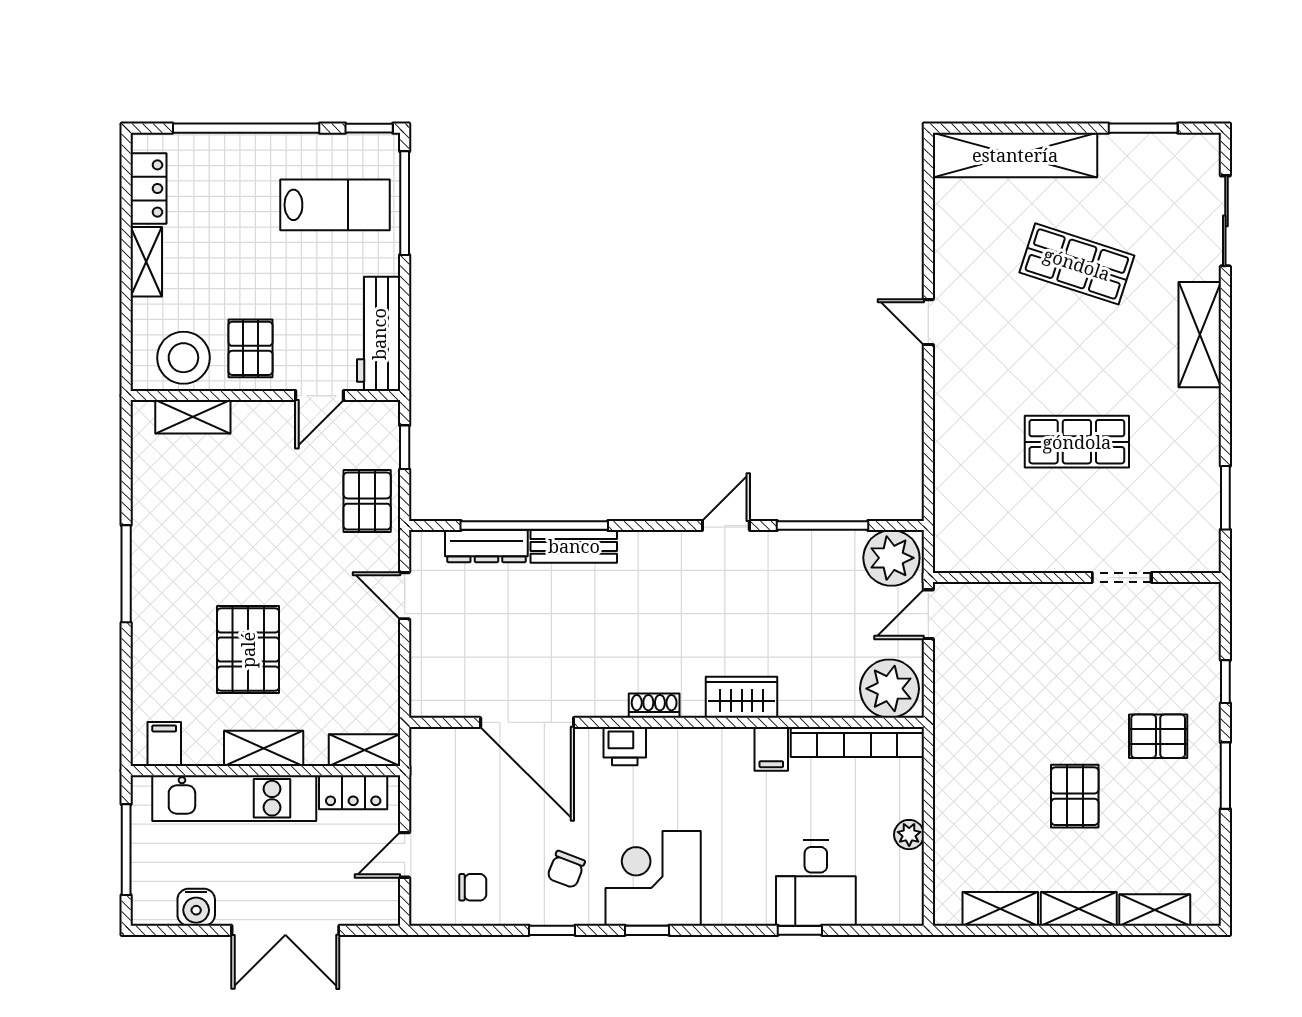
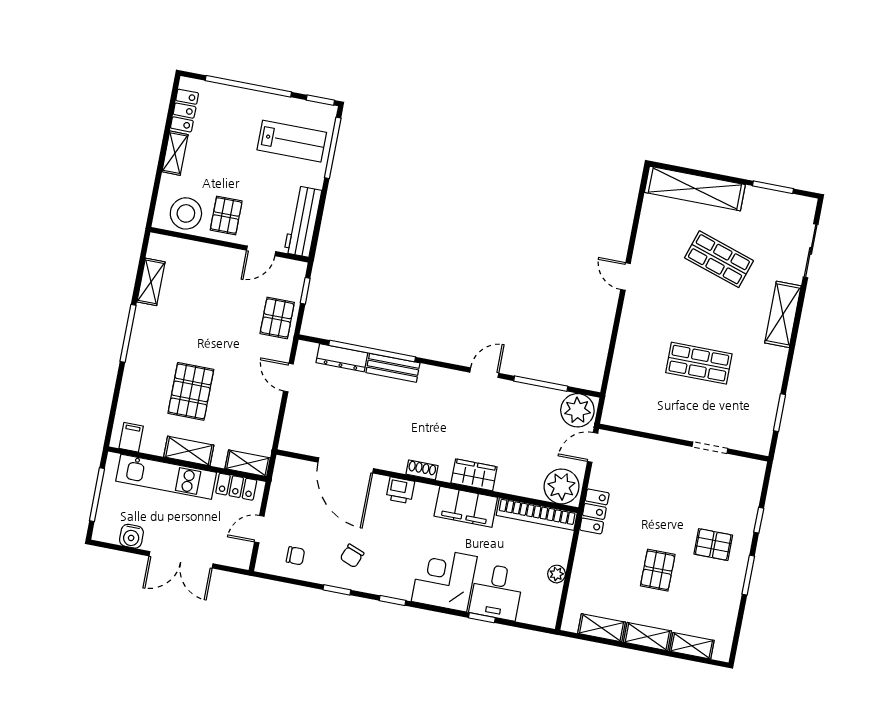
shelving: (193, 417) -> (151, 282), moved, turned 90
locker: (952, 719) -> (594, 511), added
filing cabinet: (771, 749) -> (466, 507), width x3.00, depth x1.17
corner desk: (653, 878) -> (444, 579), moved

